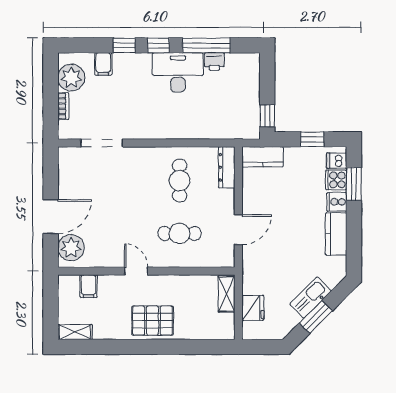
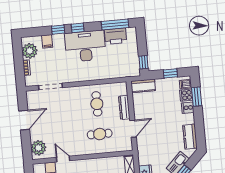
window: (206, 45) -> (115, 24), moved
printer: (214, 62) -> (116, 36), width x1.87, depth x1.48
desk: (178, 72) -> (85, 46), width x1.36, depth x1.30
dresser: (227, 167) -> (124, 107), moved
door: (51, 217) -> (24, 120), moved
kitchen counter: (336, 234) -> (190, 137), moved
door: (136, 271) -> (63, 159), moved

